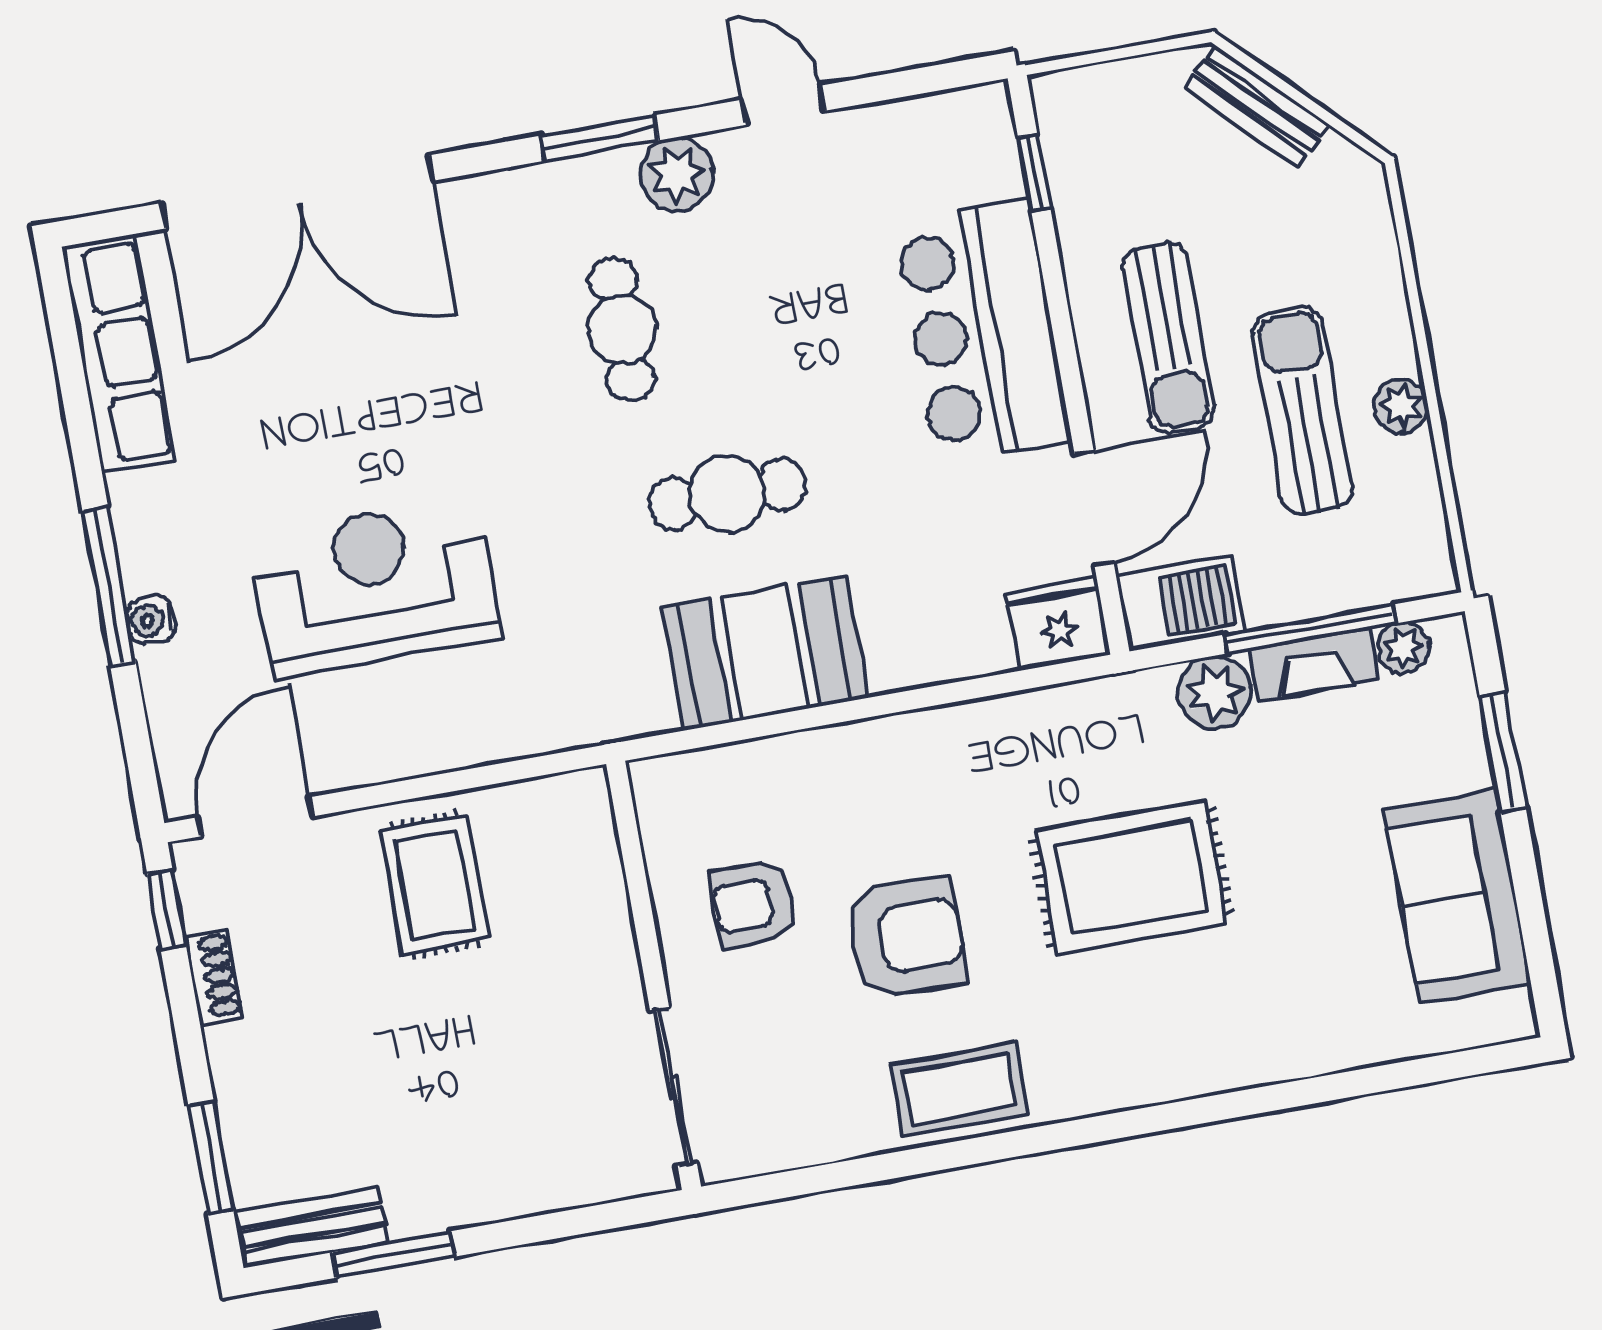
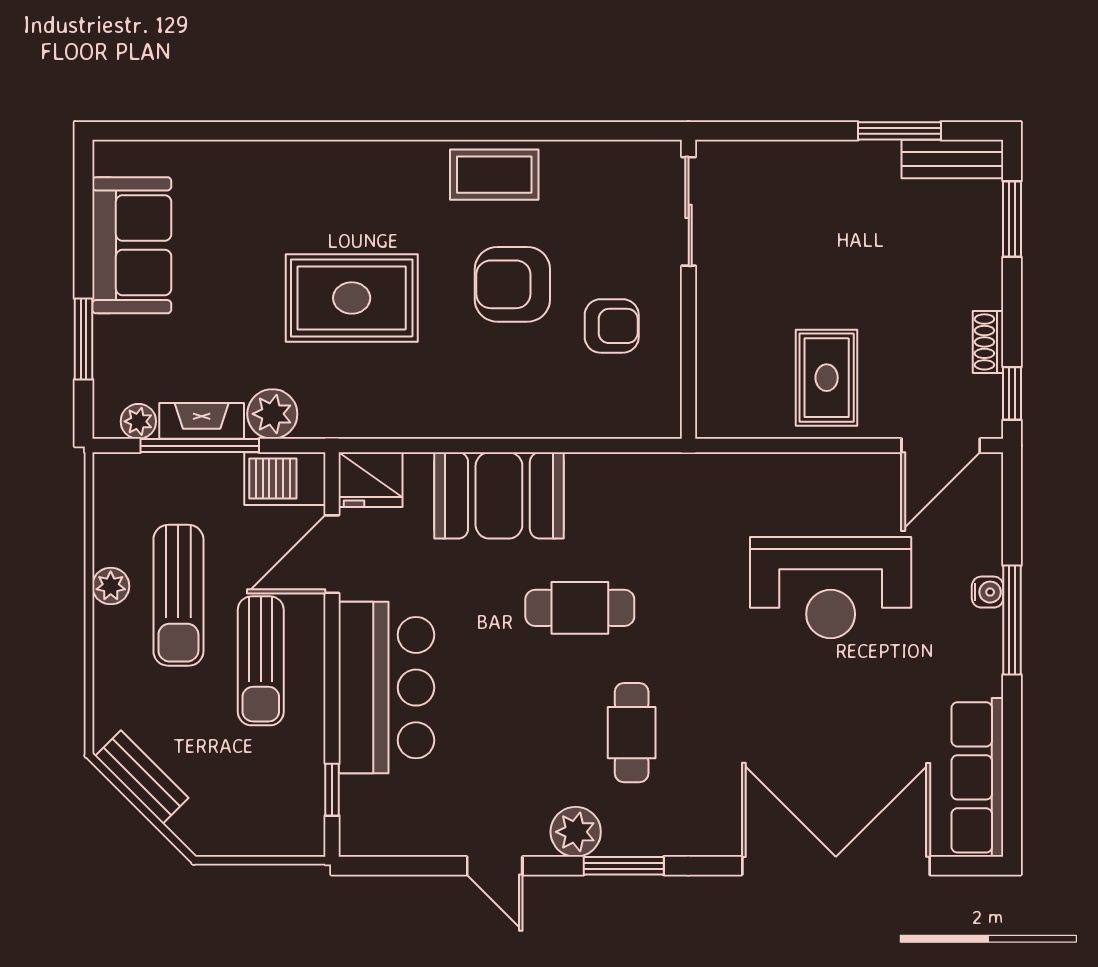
bench: (1257, 107) -> (142, 777), moved
sun lounger: (1168, 338) -> (261, 661), turned 180
booth: (765, 653) -> (499, 495), moved

